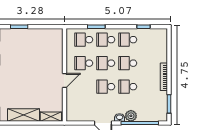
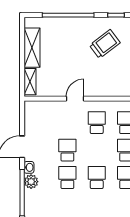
trolley: (21, 57) -> (105, 44), added
school desk: (106, 63) -> (97, 150), removed
door: (64, 81) -> (75, 99), swing flipped

